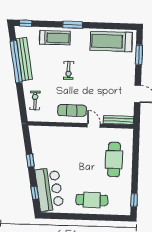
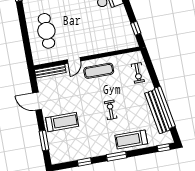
window: (104, 26) -> (84, 162), added
treadmill: (111, 41) -> (62, 122), moved, width x0.73, depth x0.73
door: (94, 125) -> (74, 60), hinge flipped
window: (30, 161) -> (136, 28), moved

